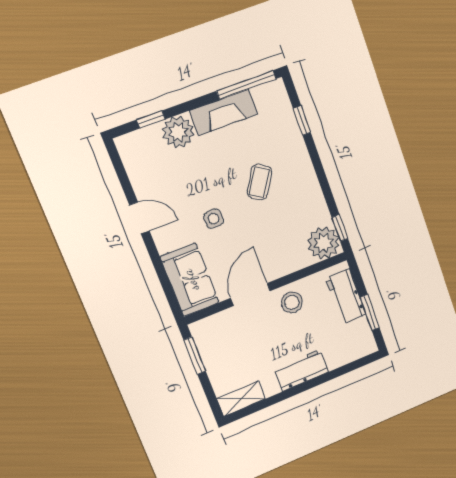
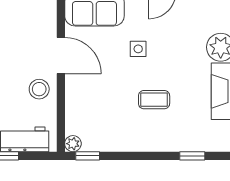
coffee table: (259, 182) -> (154, 100), turned -32
plant: (324, 243) -> (73, 144), width x0.53, depth x0.53

